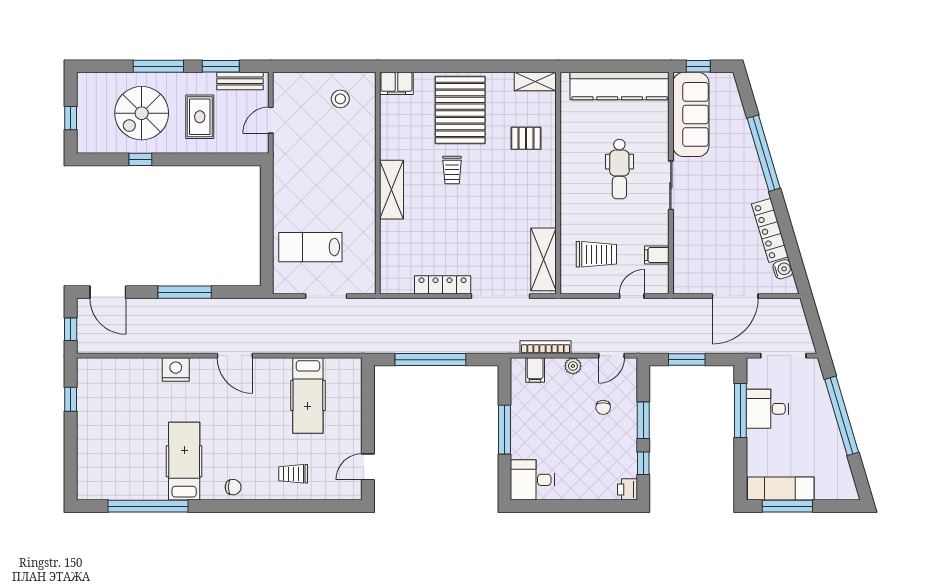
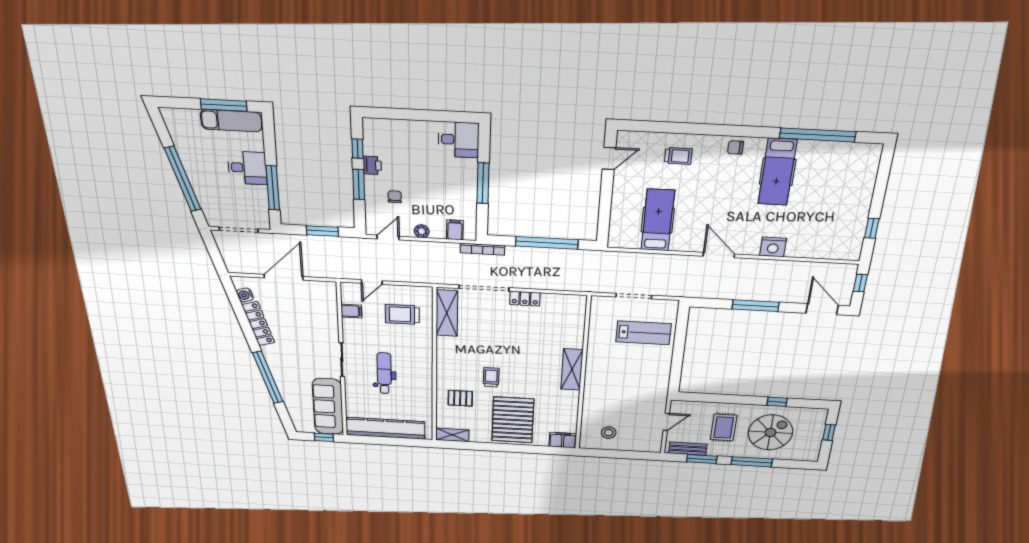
trolley: (452, 170) -> (491, 377), moved
locker: (443, 285) -> (525, 299), width x0.66
bookcase: (546, 347) -> (482, 249), moved
desk: (767, 409) -> (247, 168), moved
printer: (627, 489) -> (372, 165), moved

